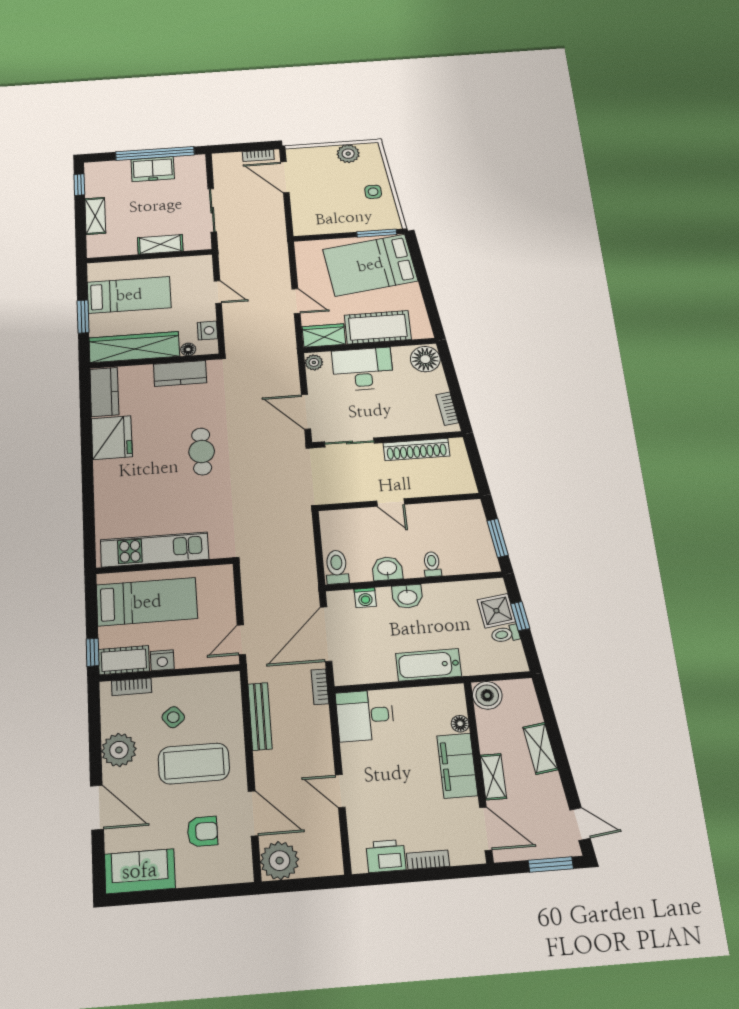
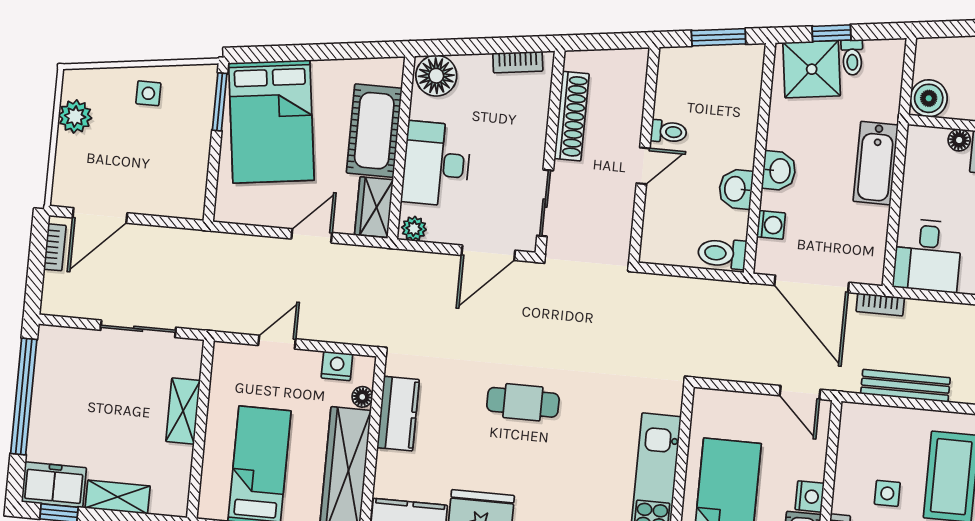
freezer: (153, 169) -> (54, 485), moved, turned -90
toilet: (432, 564) -> (669, 132), moved, turned 180
shower: (496, 611) -> (812, 69), width x1.36, depth x1.36
side table: (173, 717) -> (887, 493), turned 38

